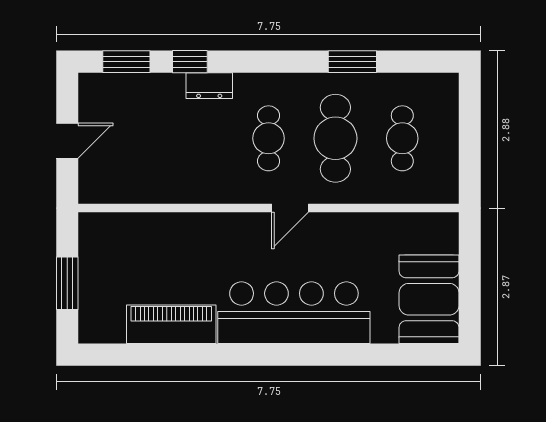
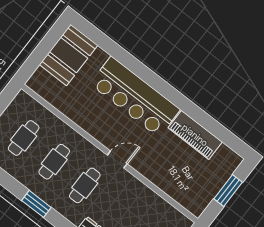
window: (352, 62) -> (36, 204), moved
cafe table: (335, 138) -> (54, 162), width x0.73, depth x0.74
door: (290, 208) -> (117, 159), moved

